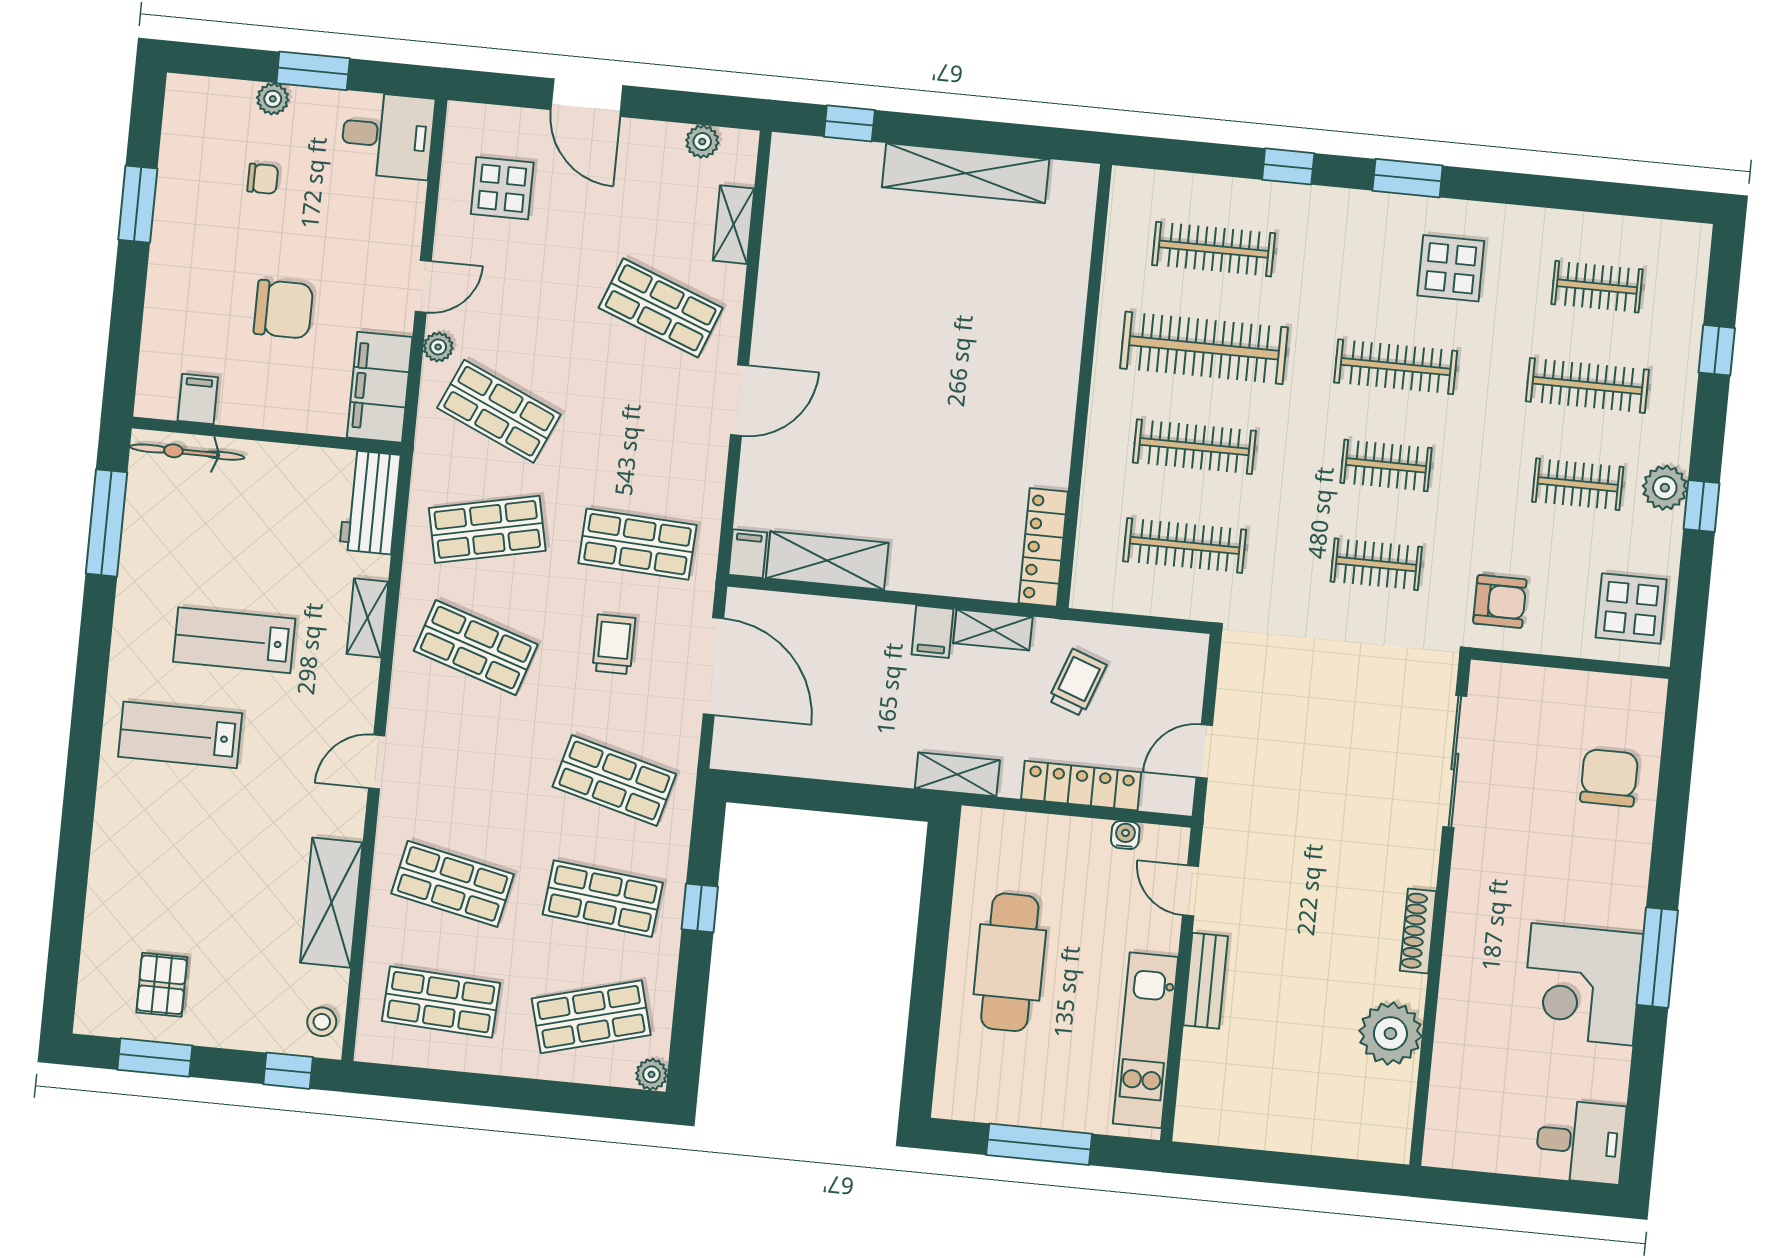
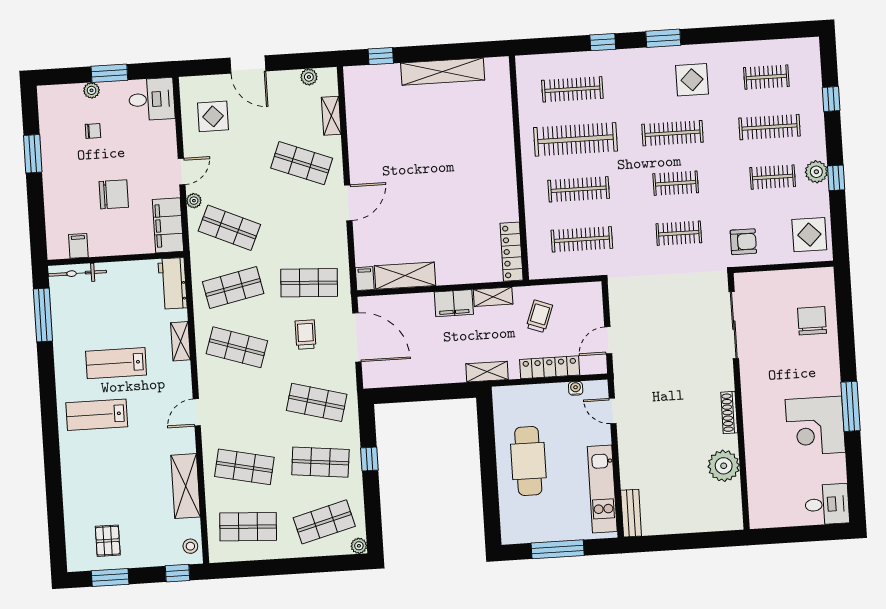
filing cabinet: (932, 632) -> (454, 303), width x2.00
bench: (1206, 981) -> (631, 513), moved

